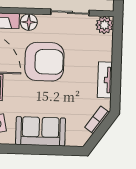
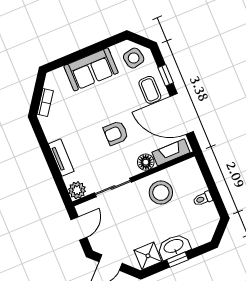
armchair: (44, 62) -> (116, 133), width x0.53, depth x0.53
tv unit: (105, 80) -> (61, 158), moved

